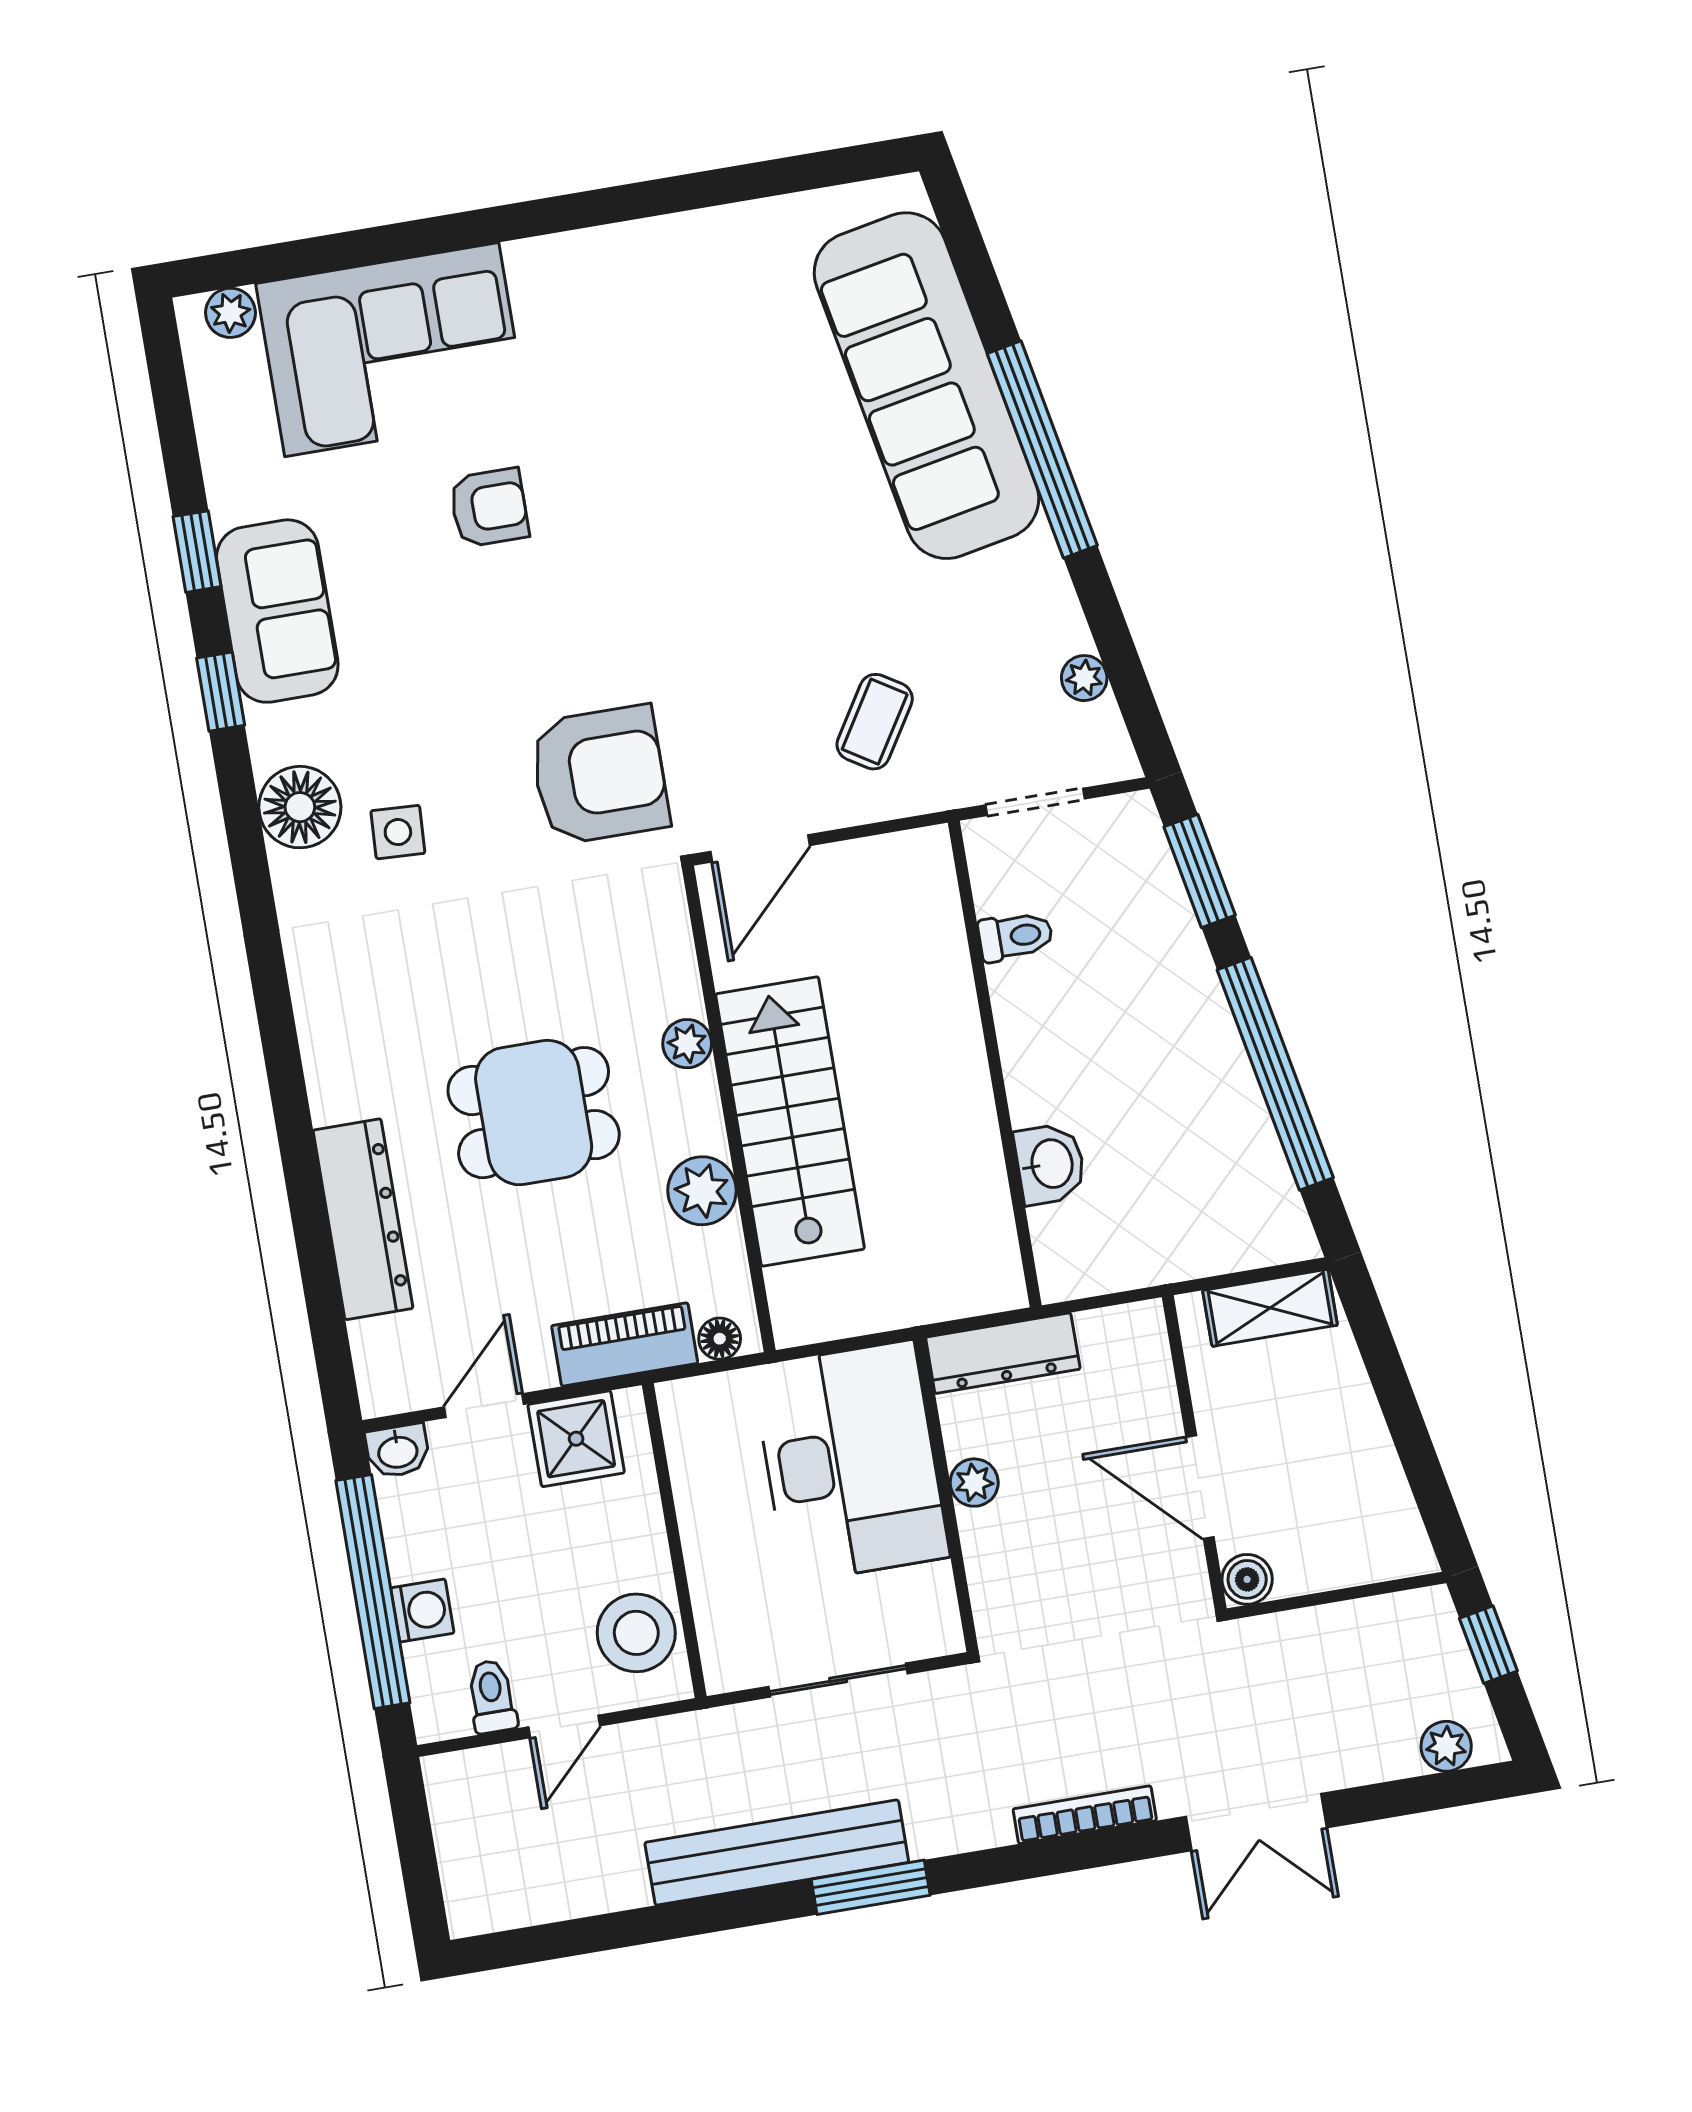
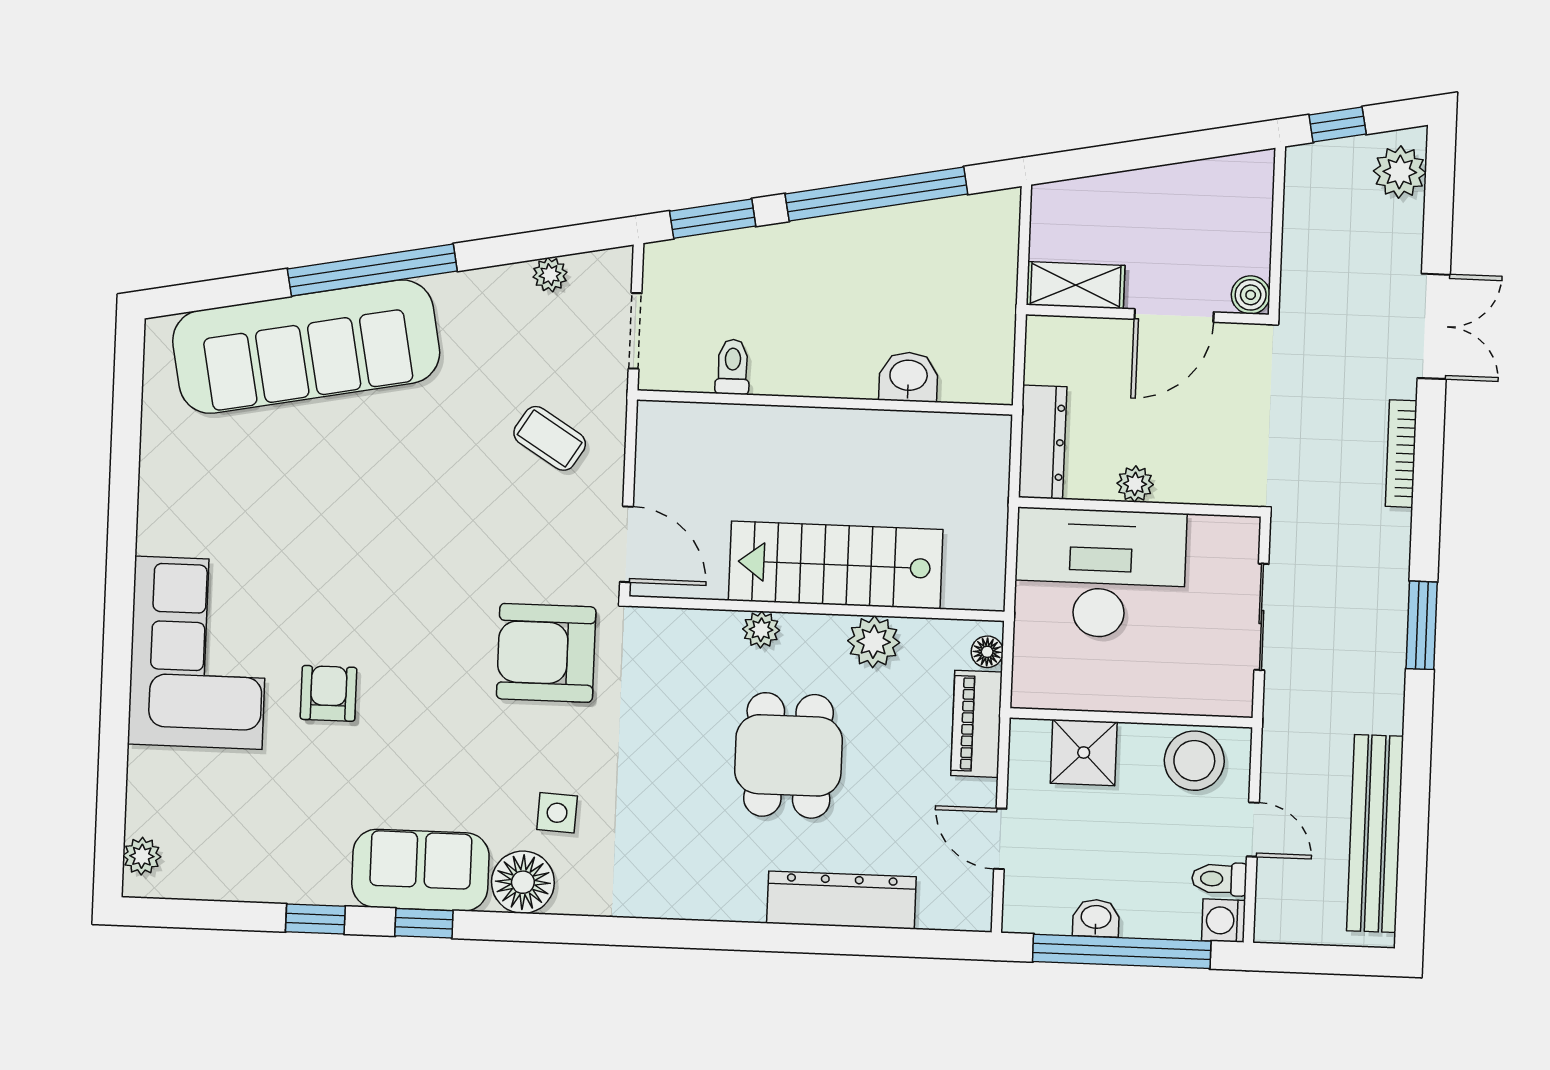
corner sofa: (392, 350) -> (198, 653), moved
sofa: (277, 611) -> (420, 870), moved
armchair: (599, 775) -> (546, 653), turned -90
shelving: (1270, 1308) -> (1076, 285), moved, turned 90
shower: (576, 1439) -> (1084, 752), moved
washbasin: (398, 1451) -> (1096, 918), moved, turned -90
washing machine: (422, 1610) -> (1224, 921), moved, turned -90
plant: (1446, 1746) -> (1400, 172), width x1.38, depth x1.38
bench: (777, 1852) -> (1375, 834), moved

